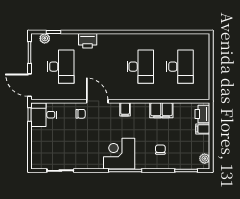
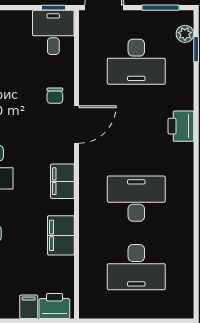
printer: (88, 41) -> (181, 126), moved
desk: (140, 67) -> (136, 199), turned 180
filing cabinet: (125, 109) -> (62, 181), width x2.00

